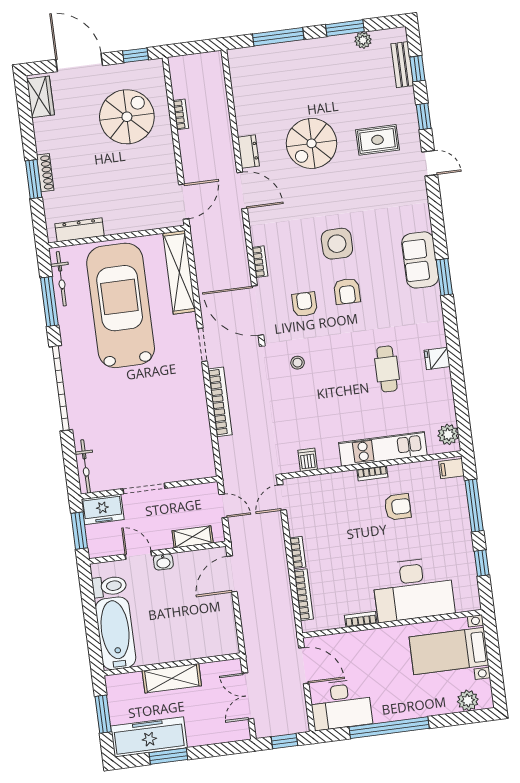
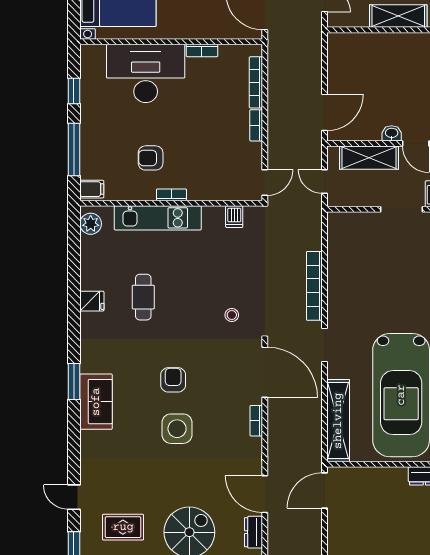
armchair: (305, 304) -> (217, 372), removed
shelving: (193, 537) -> (369, 158), width x1.50, depth x1.33

